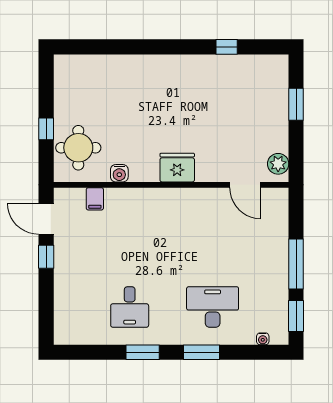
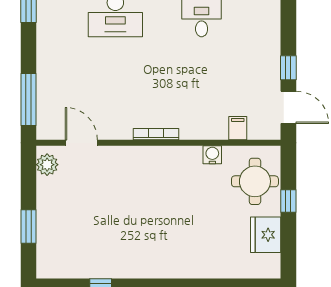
fridge: (177, 168) -> (266, 235), moved, turned 90
bookcase: (173, 193) -> (156, 134), added
window: (296, 264) -> (28, 99), moved

